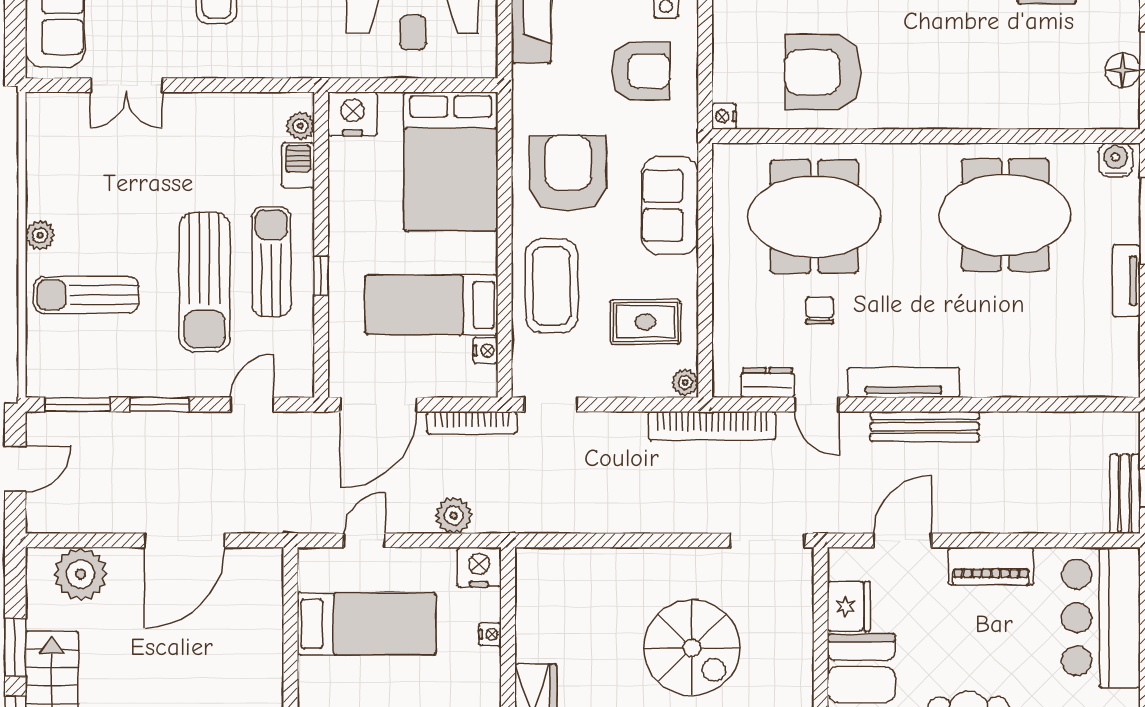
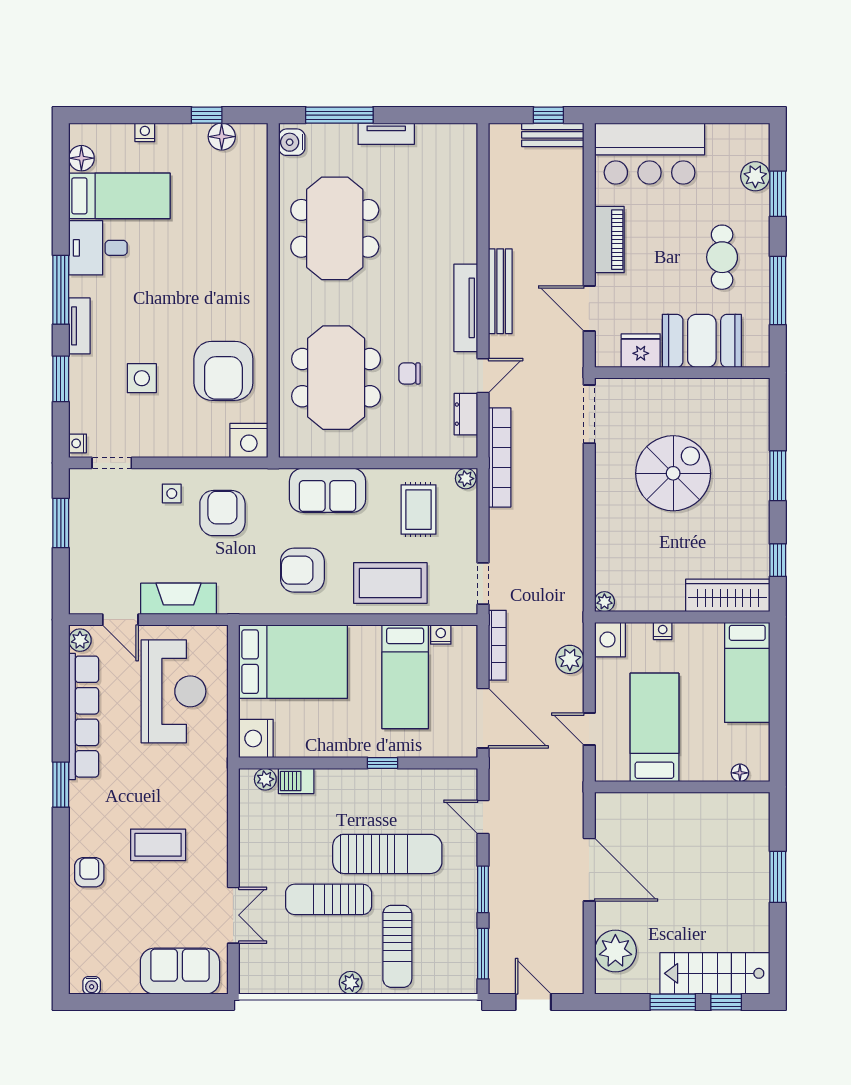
nightstand: (724, 116) -> (249, 441), width x1.89, depth x1.79
armchair: (568, 173) -> (302, 570), width x0.73, depth x0.73
sun lounger: (271, 261) -> (329, 899), moved
plant: (527, 560) -> (604, 602), added

